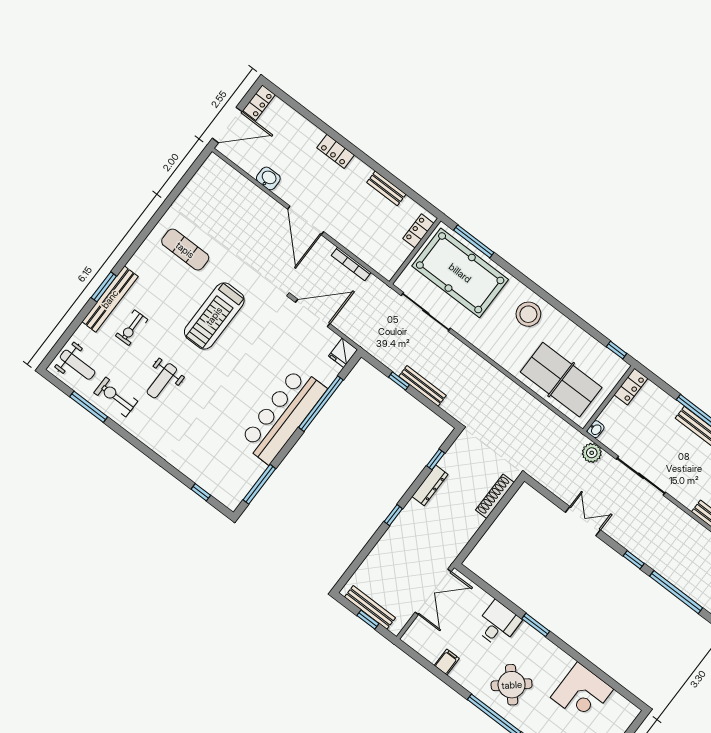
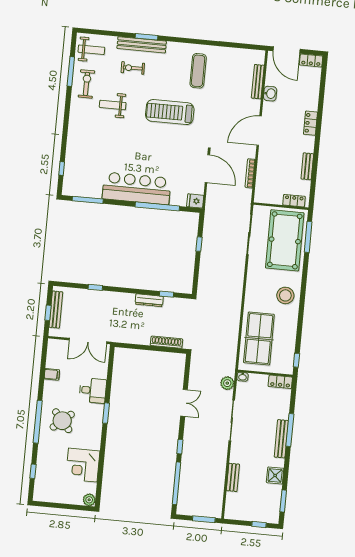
weight bench: (78, 365) -> (91, 50), turned -90
bench: (422, 386) -> (258, 82), moved
window: (393, 515) -> (95, 287), moved
plant: (630, 712) -> (89, 500), added

